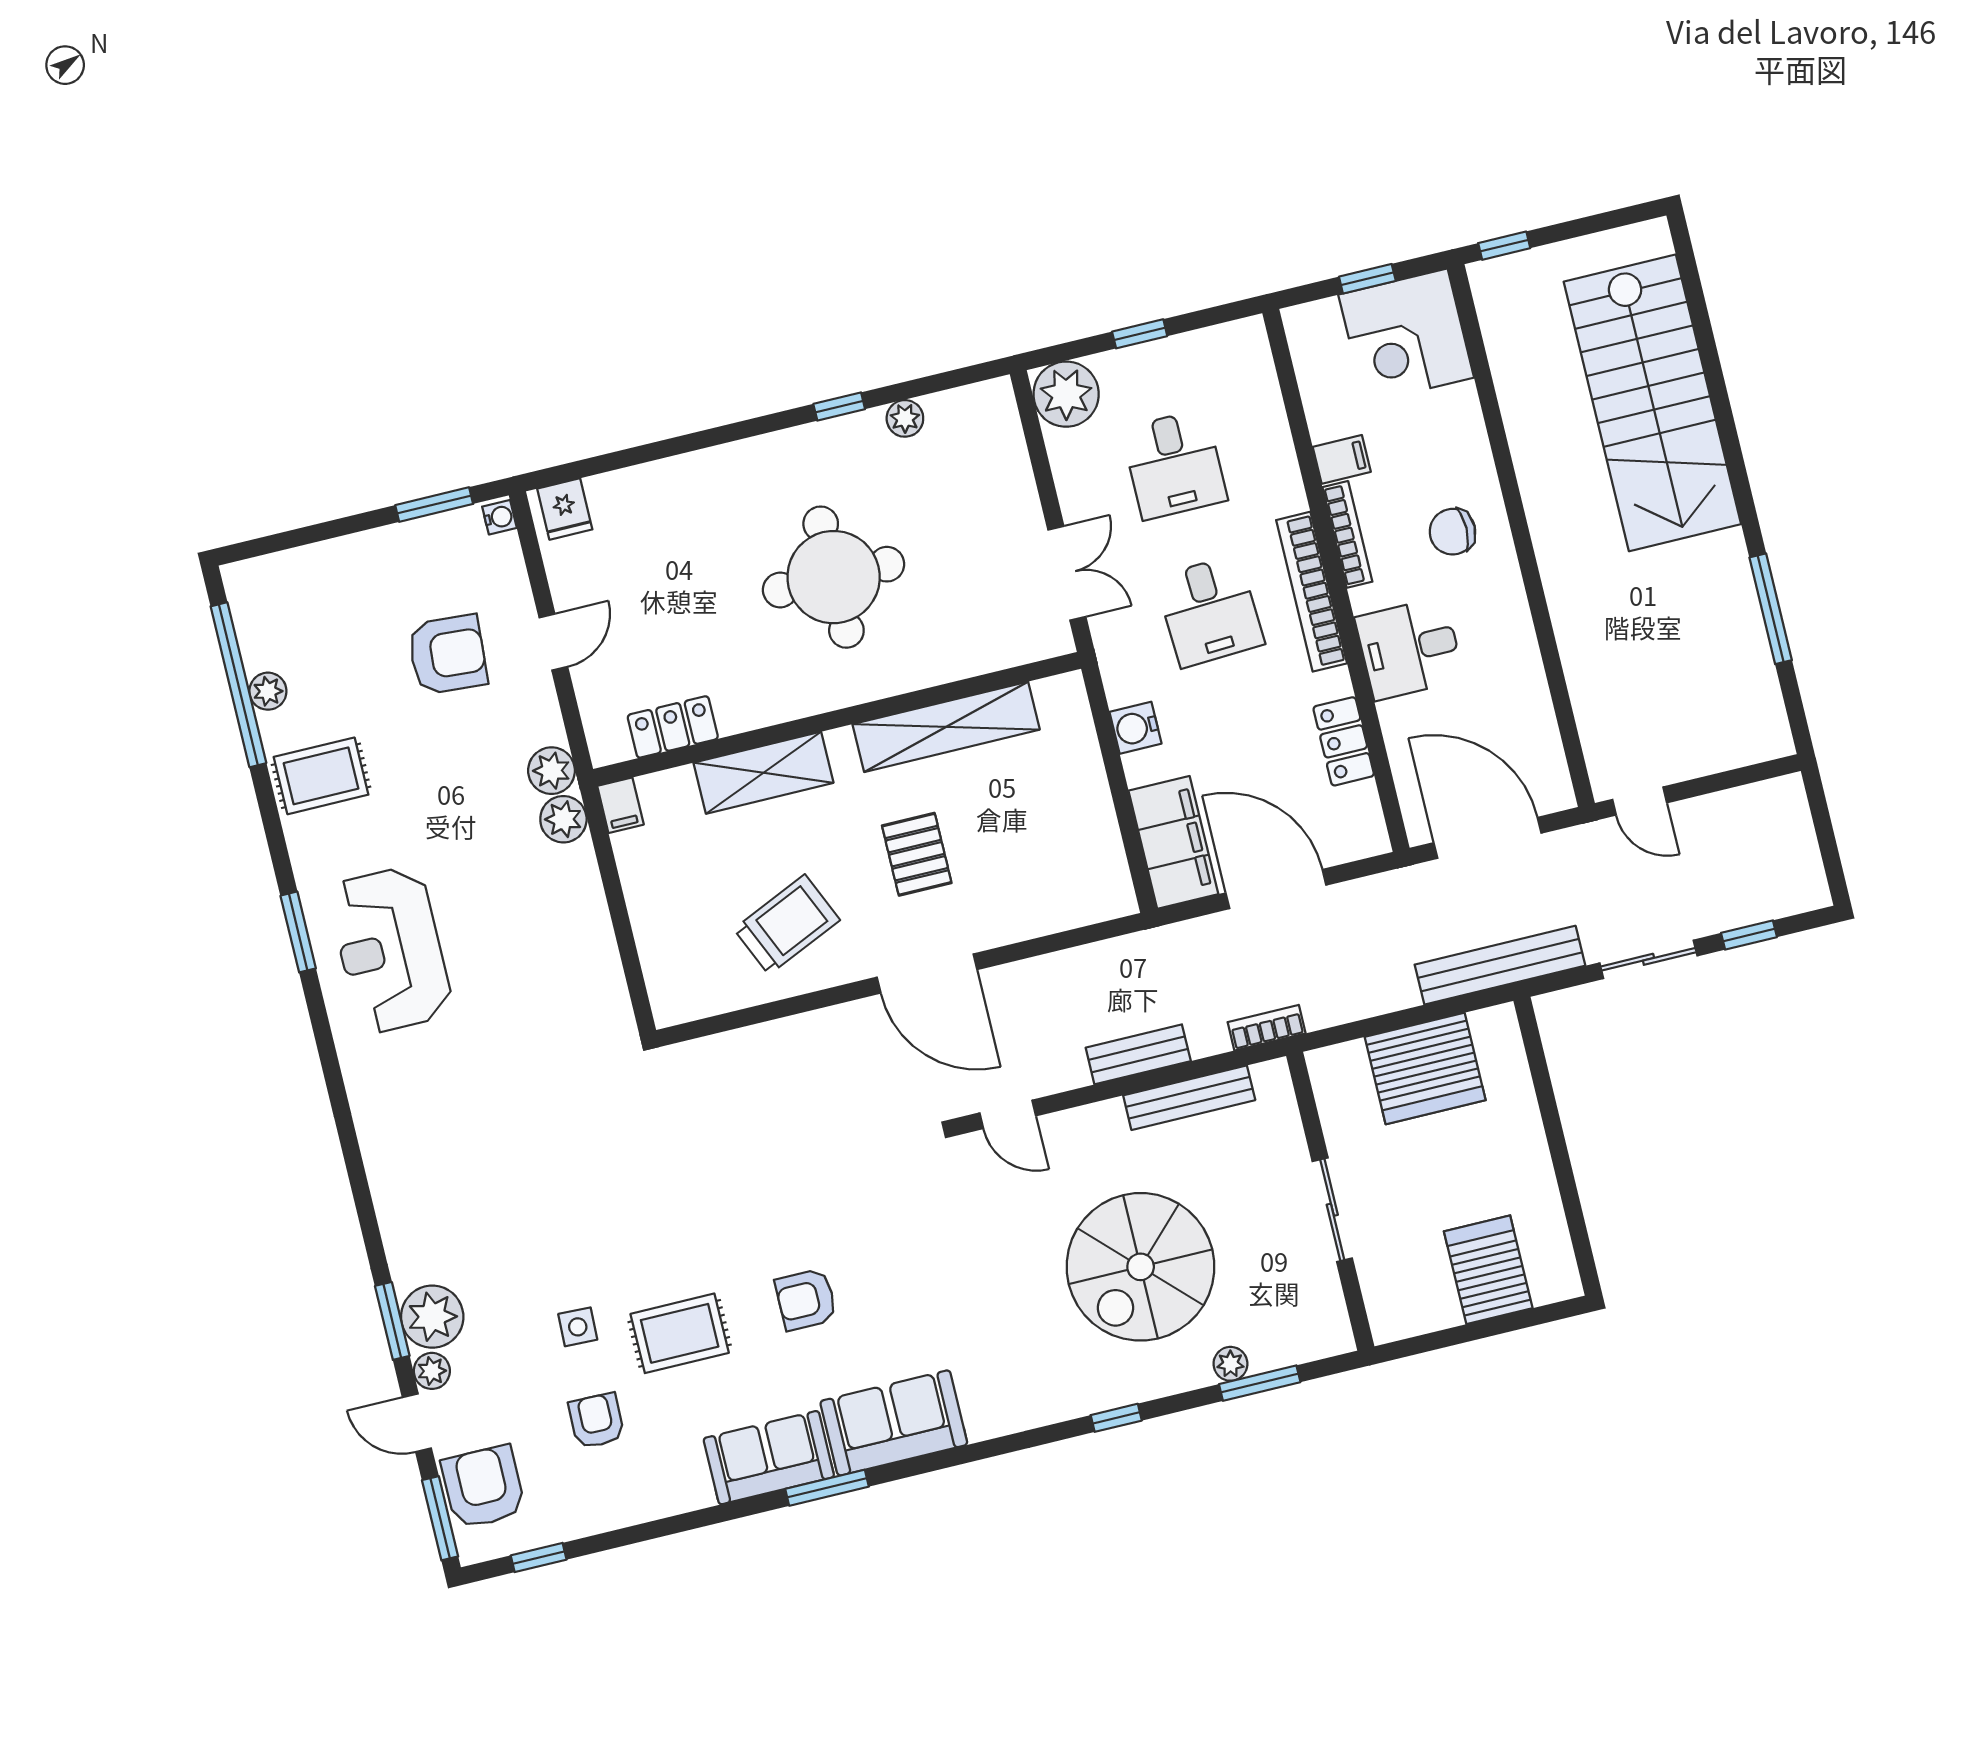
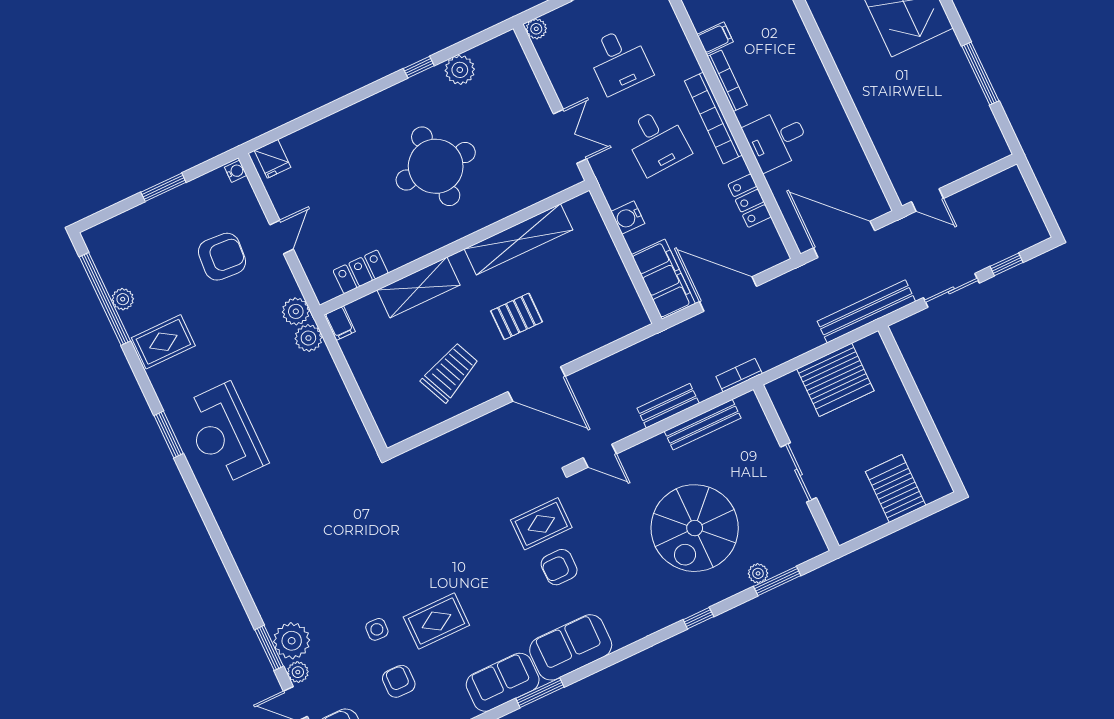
plant: (1066, 394) -> (536, 29), width x0.53, depth x0.53
plant: (905, 418) -> (460, 70), width x1.38, depth x1.38
window: (434, 505) -> (163, 187), moved
chair: (1453, 532) -> (788, 67), removed
pallet: (917, 854) -> (517, 316), turned 90
rug: (887, 1207) -> (541, 524), added
armchair: (806, 1299) -> (559, 567), moved

